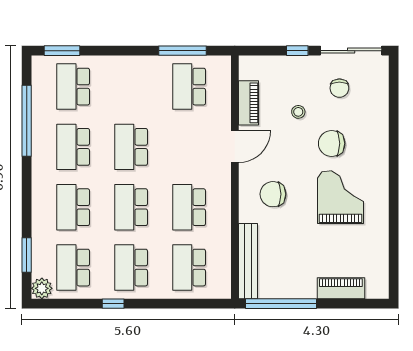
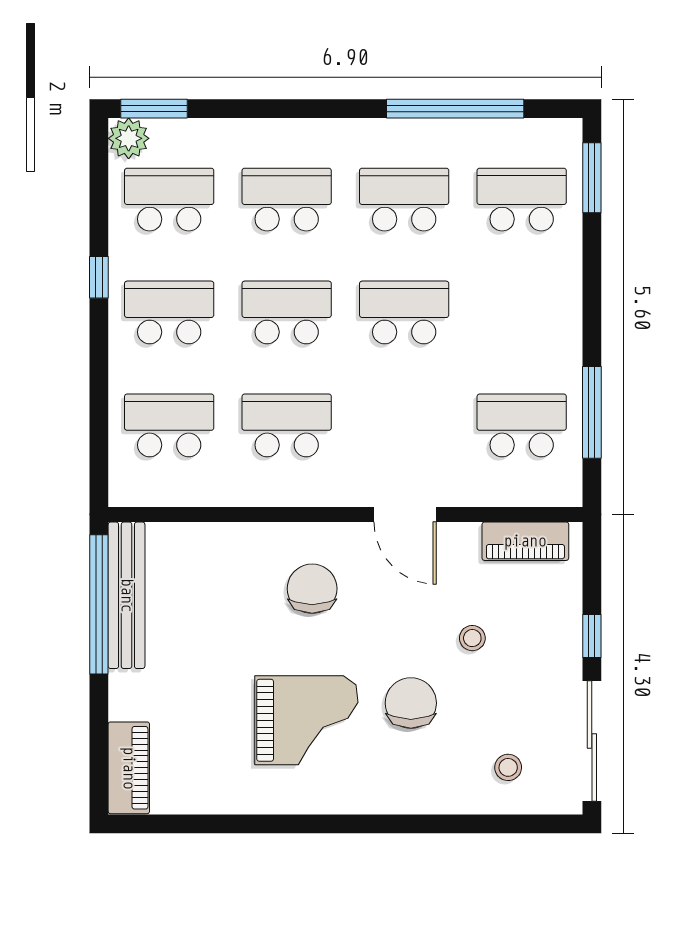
chair: (339, 88) -> (519, 718), removed
stool: (365, 94) -> (508, 767), added
piano: (249, 103) -> (525, 541), moved
window: (27, 255) -> (154, 109), moved
bench: (248, 261) -> (127, 595), moved, turned 90
piano: (341, 288) -> (129, 768), moved

